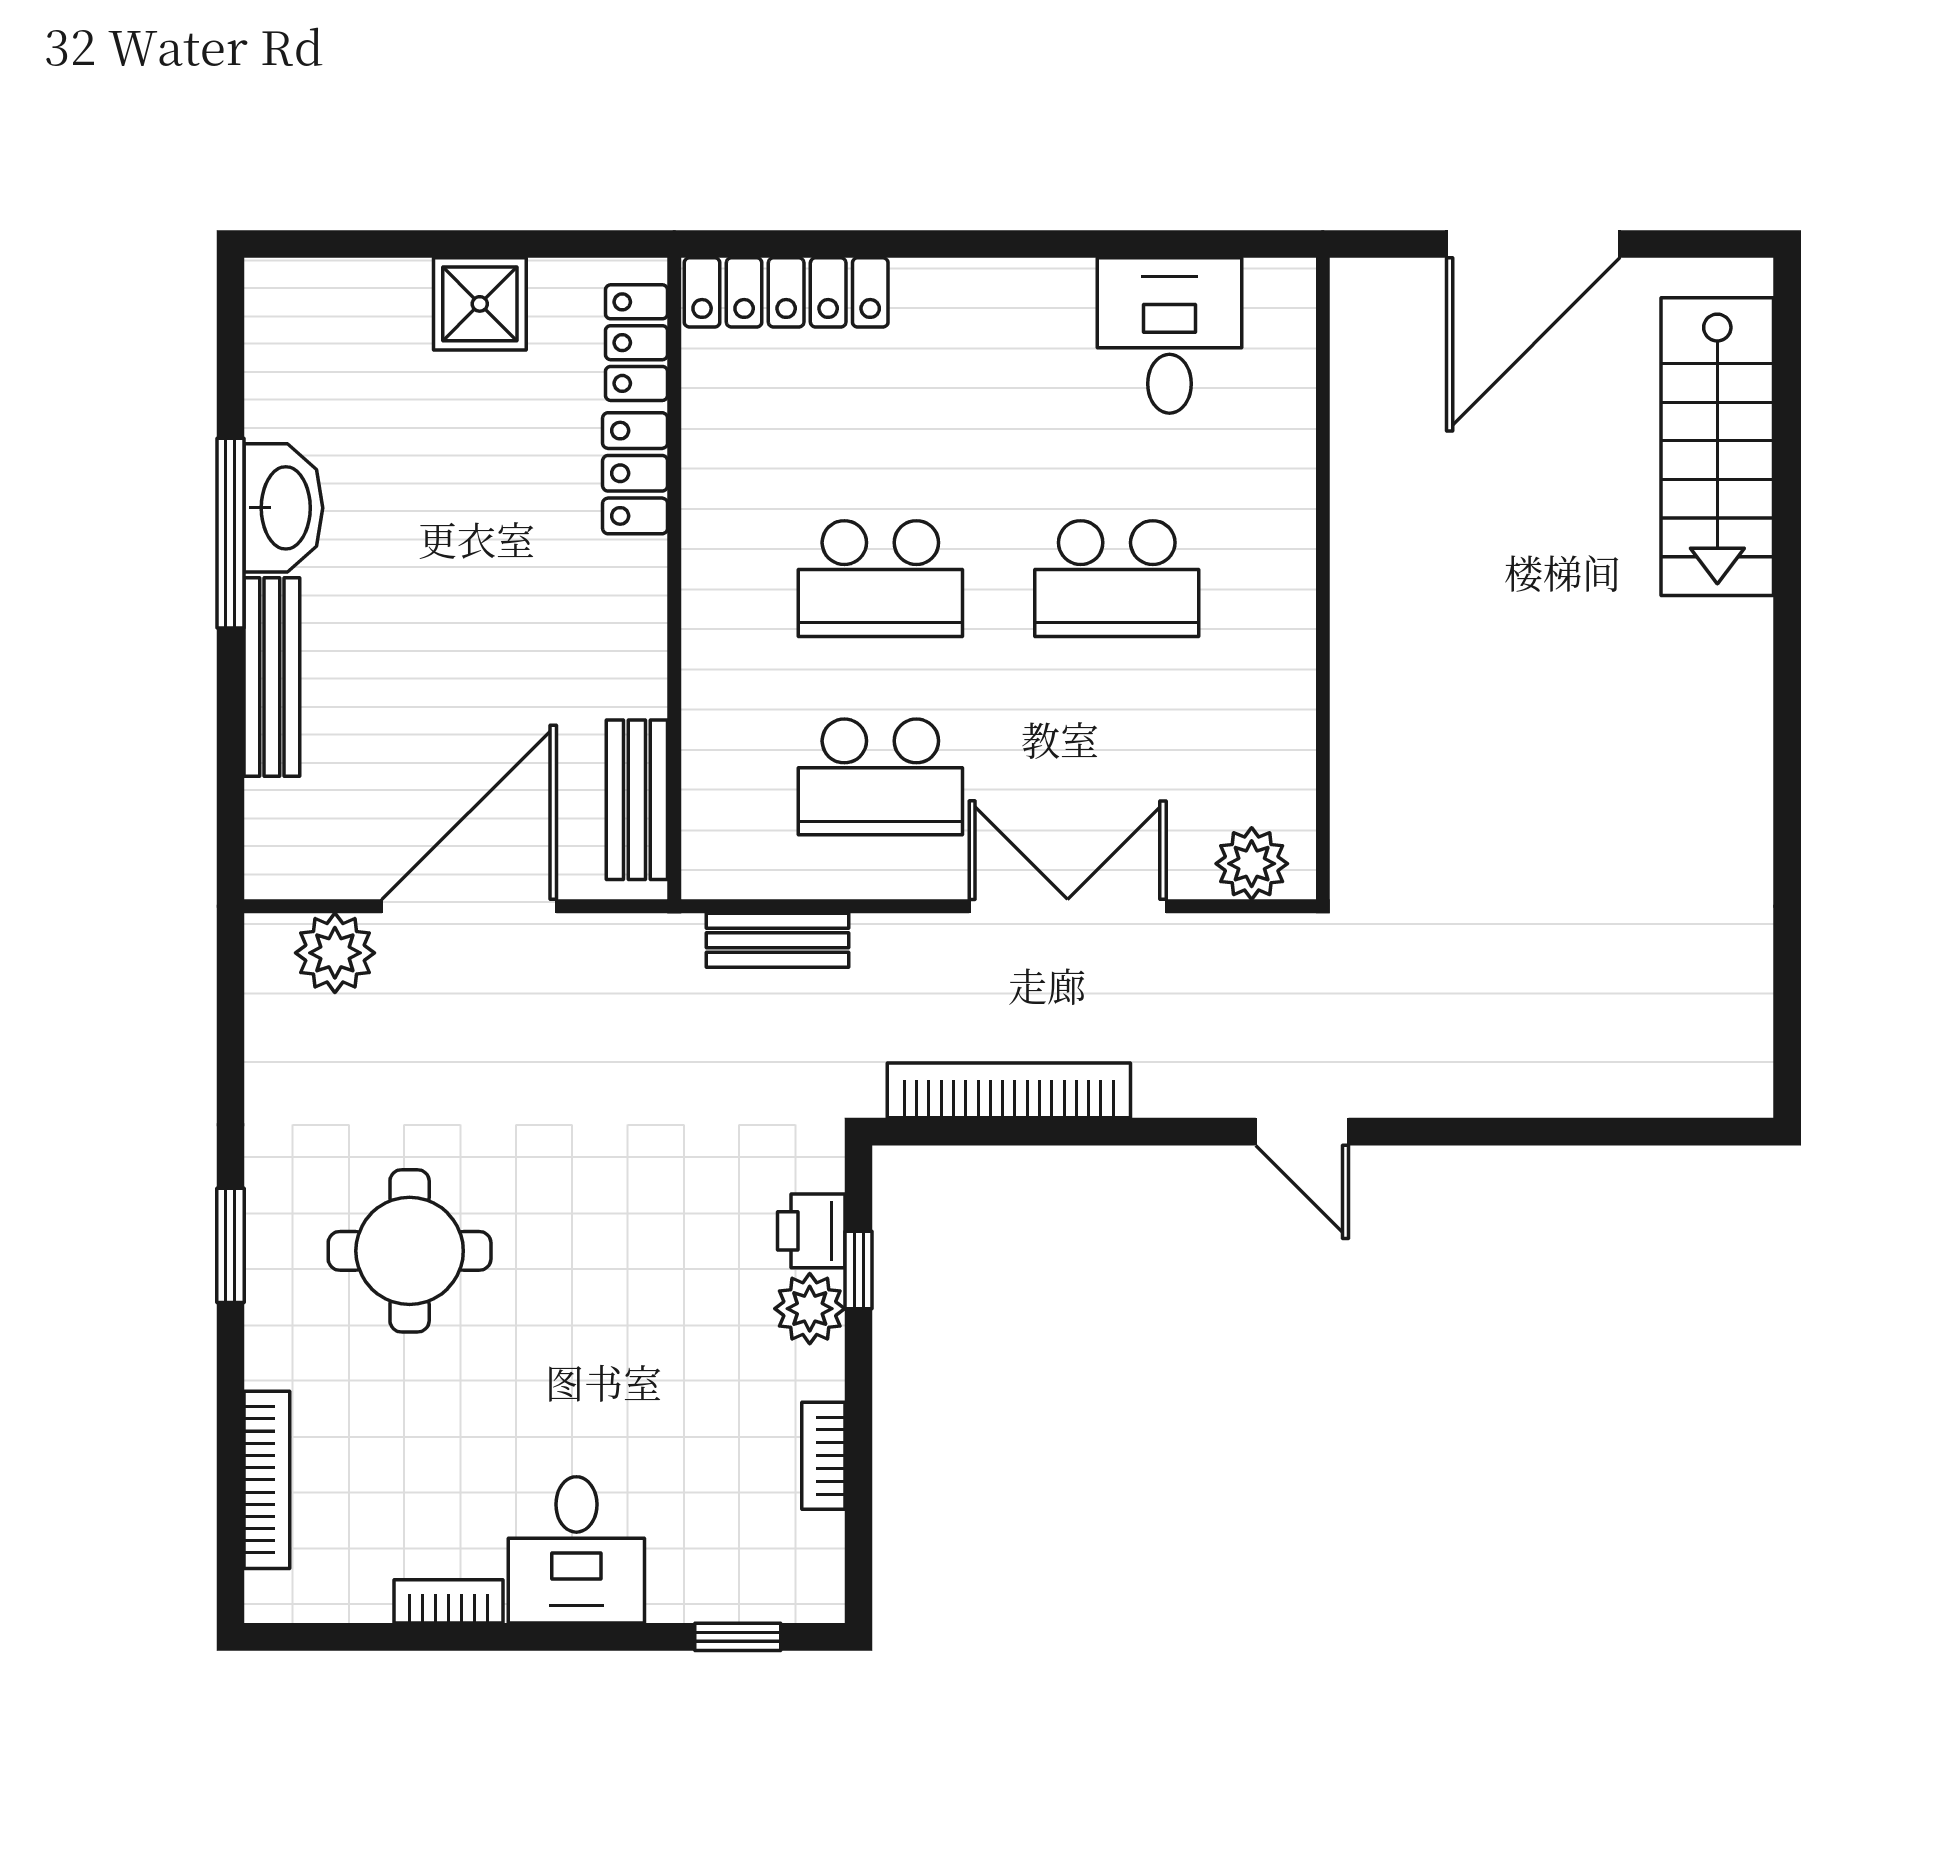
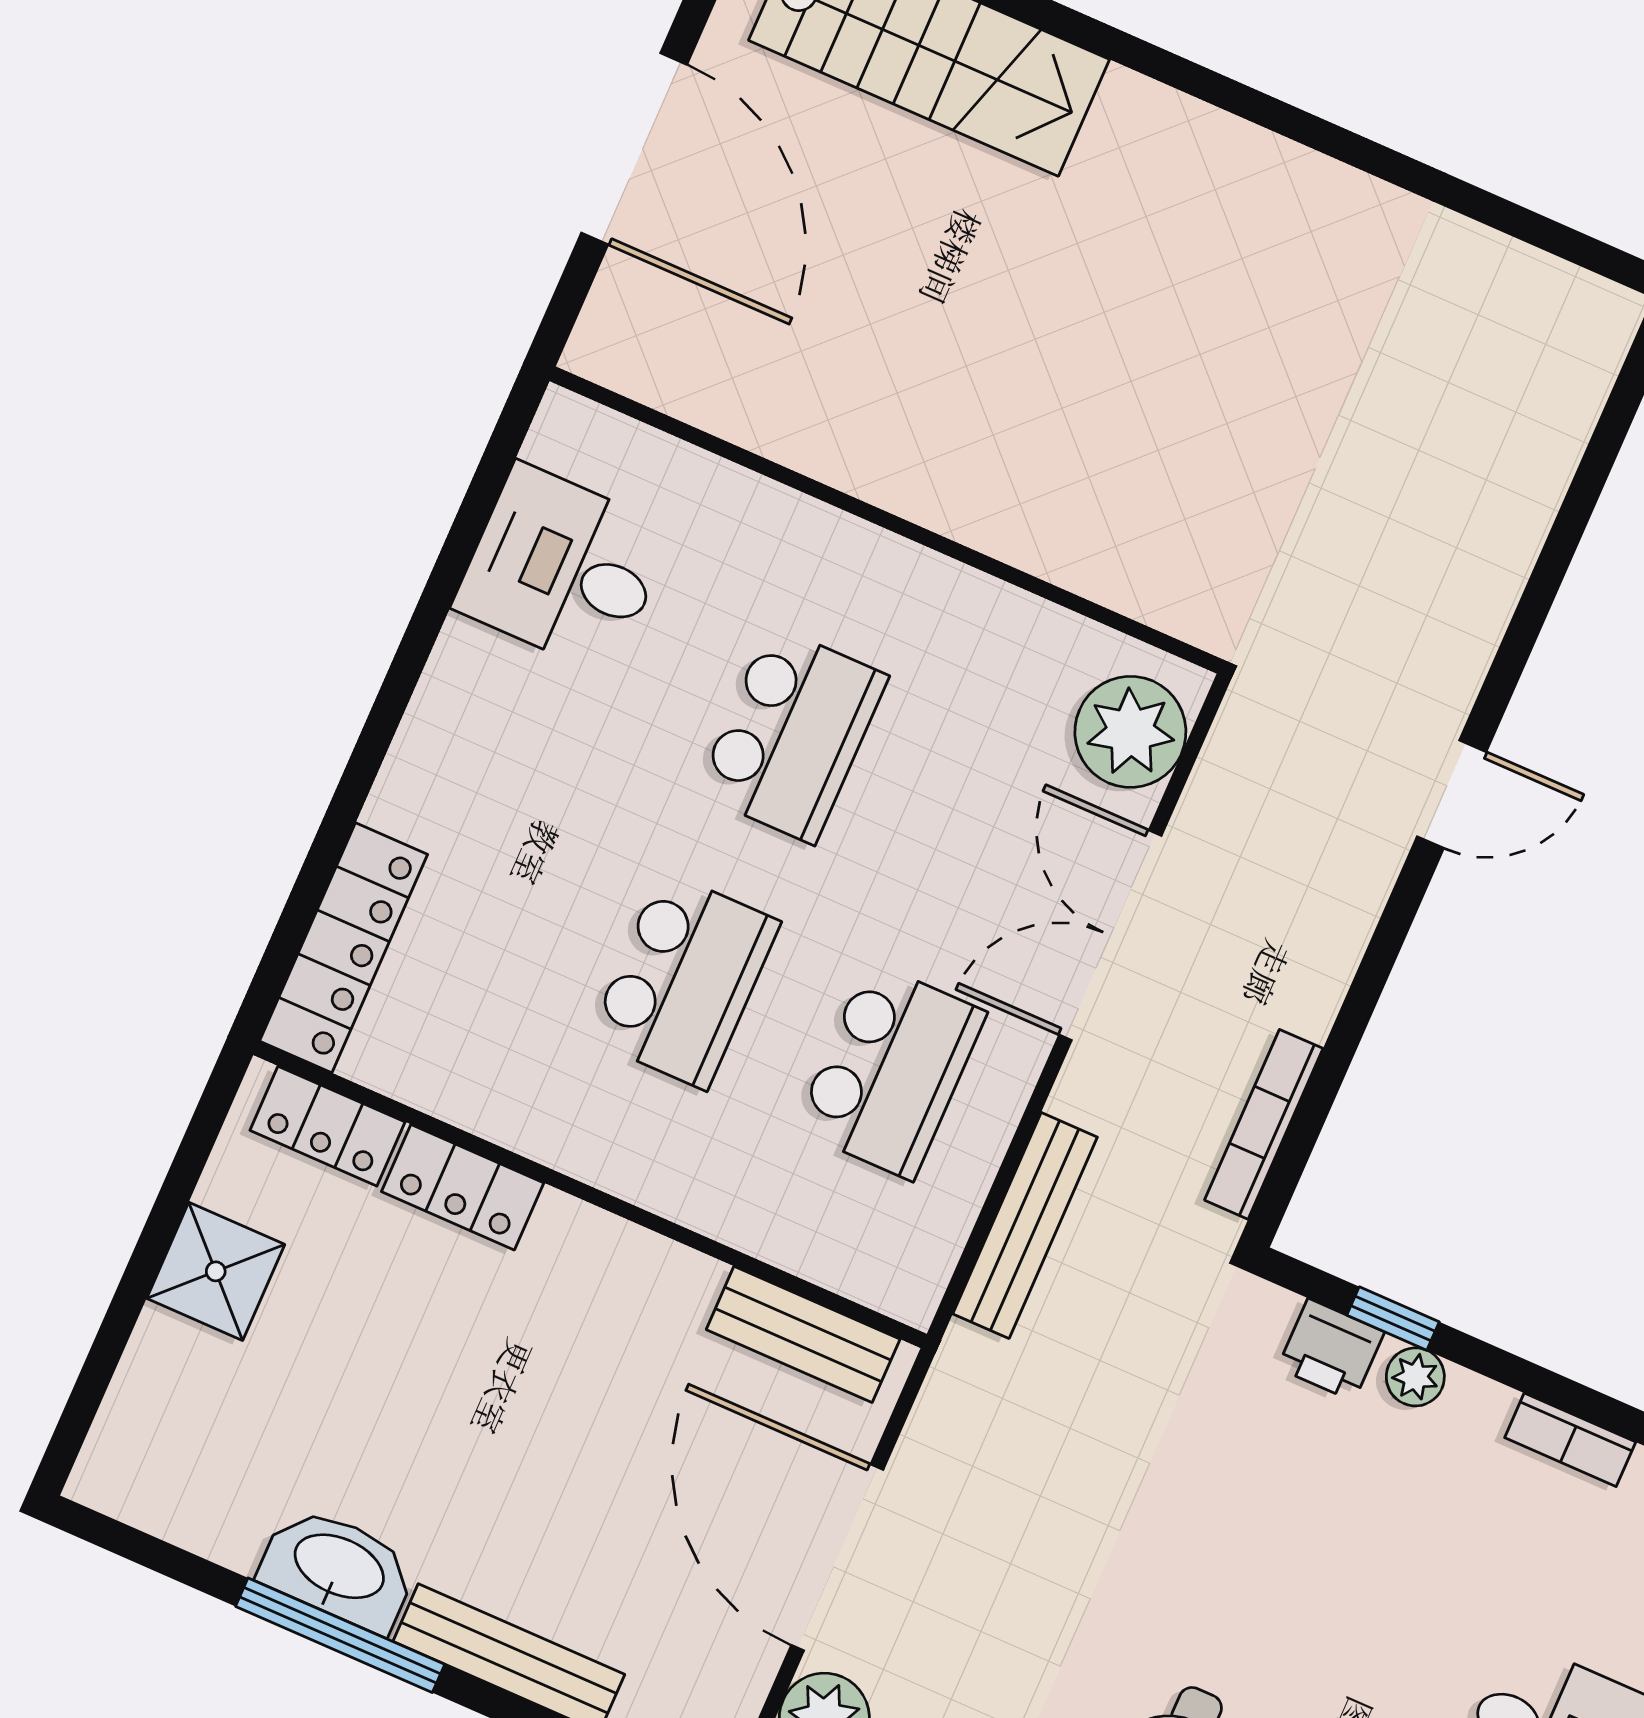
plant: (1252, 864) -> (1130, 732), width x1.36, depth x1.36
bench: (777, 940) -> (1025, 1225), width x1.36
bookcase: (1009, 1090) -> (1264, 1124), width x0.68, depth x0.76
plant: (810, 1309) -> (1415, 1377), width x0.73, depth x0.73

